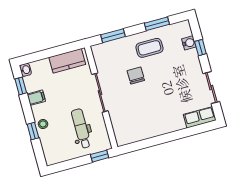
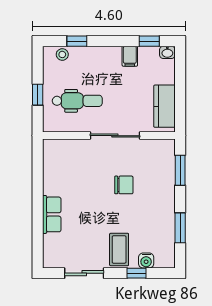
coffee table: (149, 48) -> (119, 249), moved
row of seats: (200, 117) -> (52, 214), moved
stool: (43, 124) -> (62, 54), moved
window: (33, 131) -> (77, 41), moved
window: (100, 156) -> (38, 95), moved

